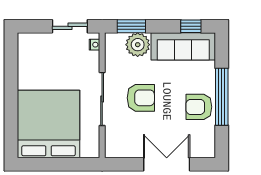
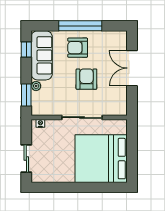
sliding door: (70, 26) -> (26, 159), moved
plant: (138, 45) -> (36, 86), width x0.53, depth x0.53
armchair: (141, 98) -> (86, 79), moved
armchair: (199, 107) -> (78, 48), moved, turned 90

